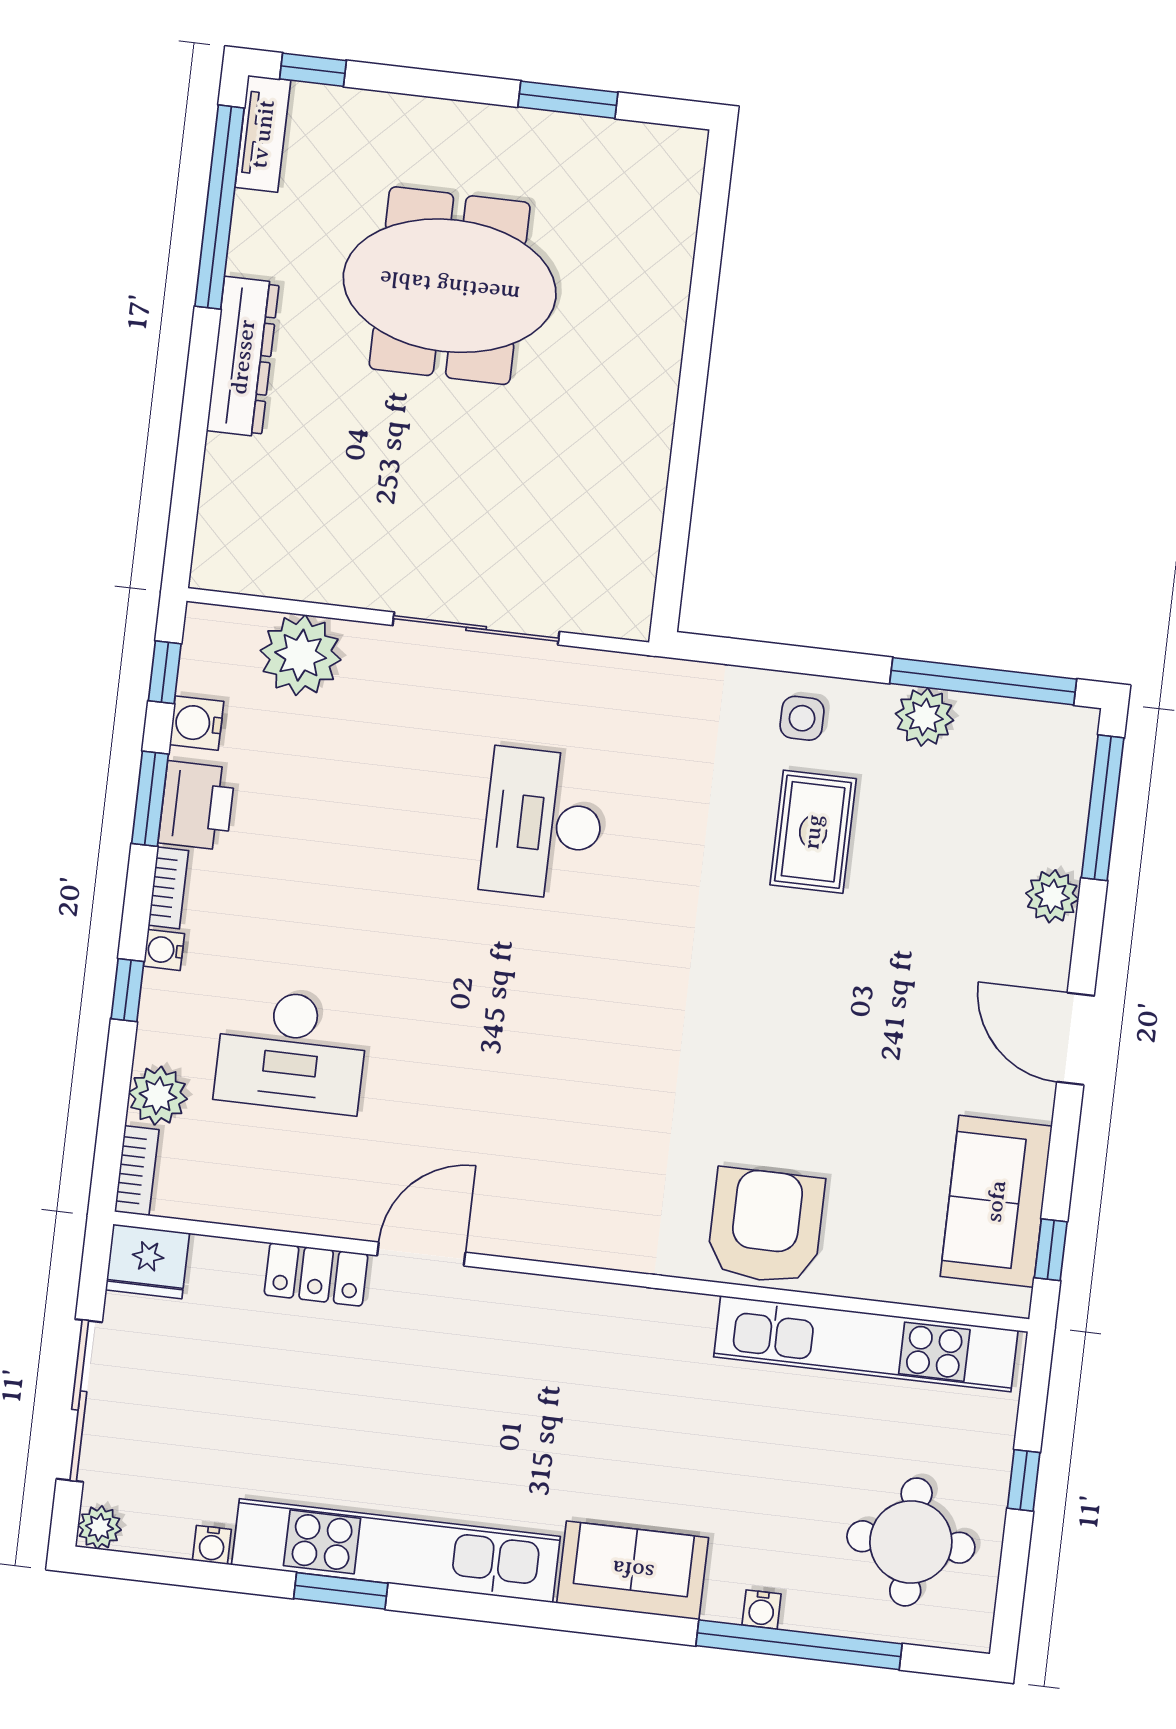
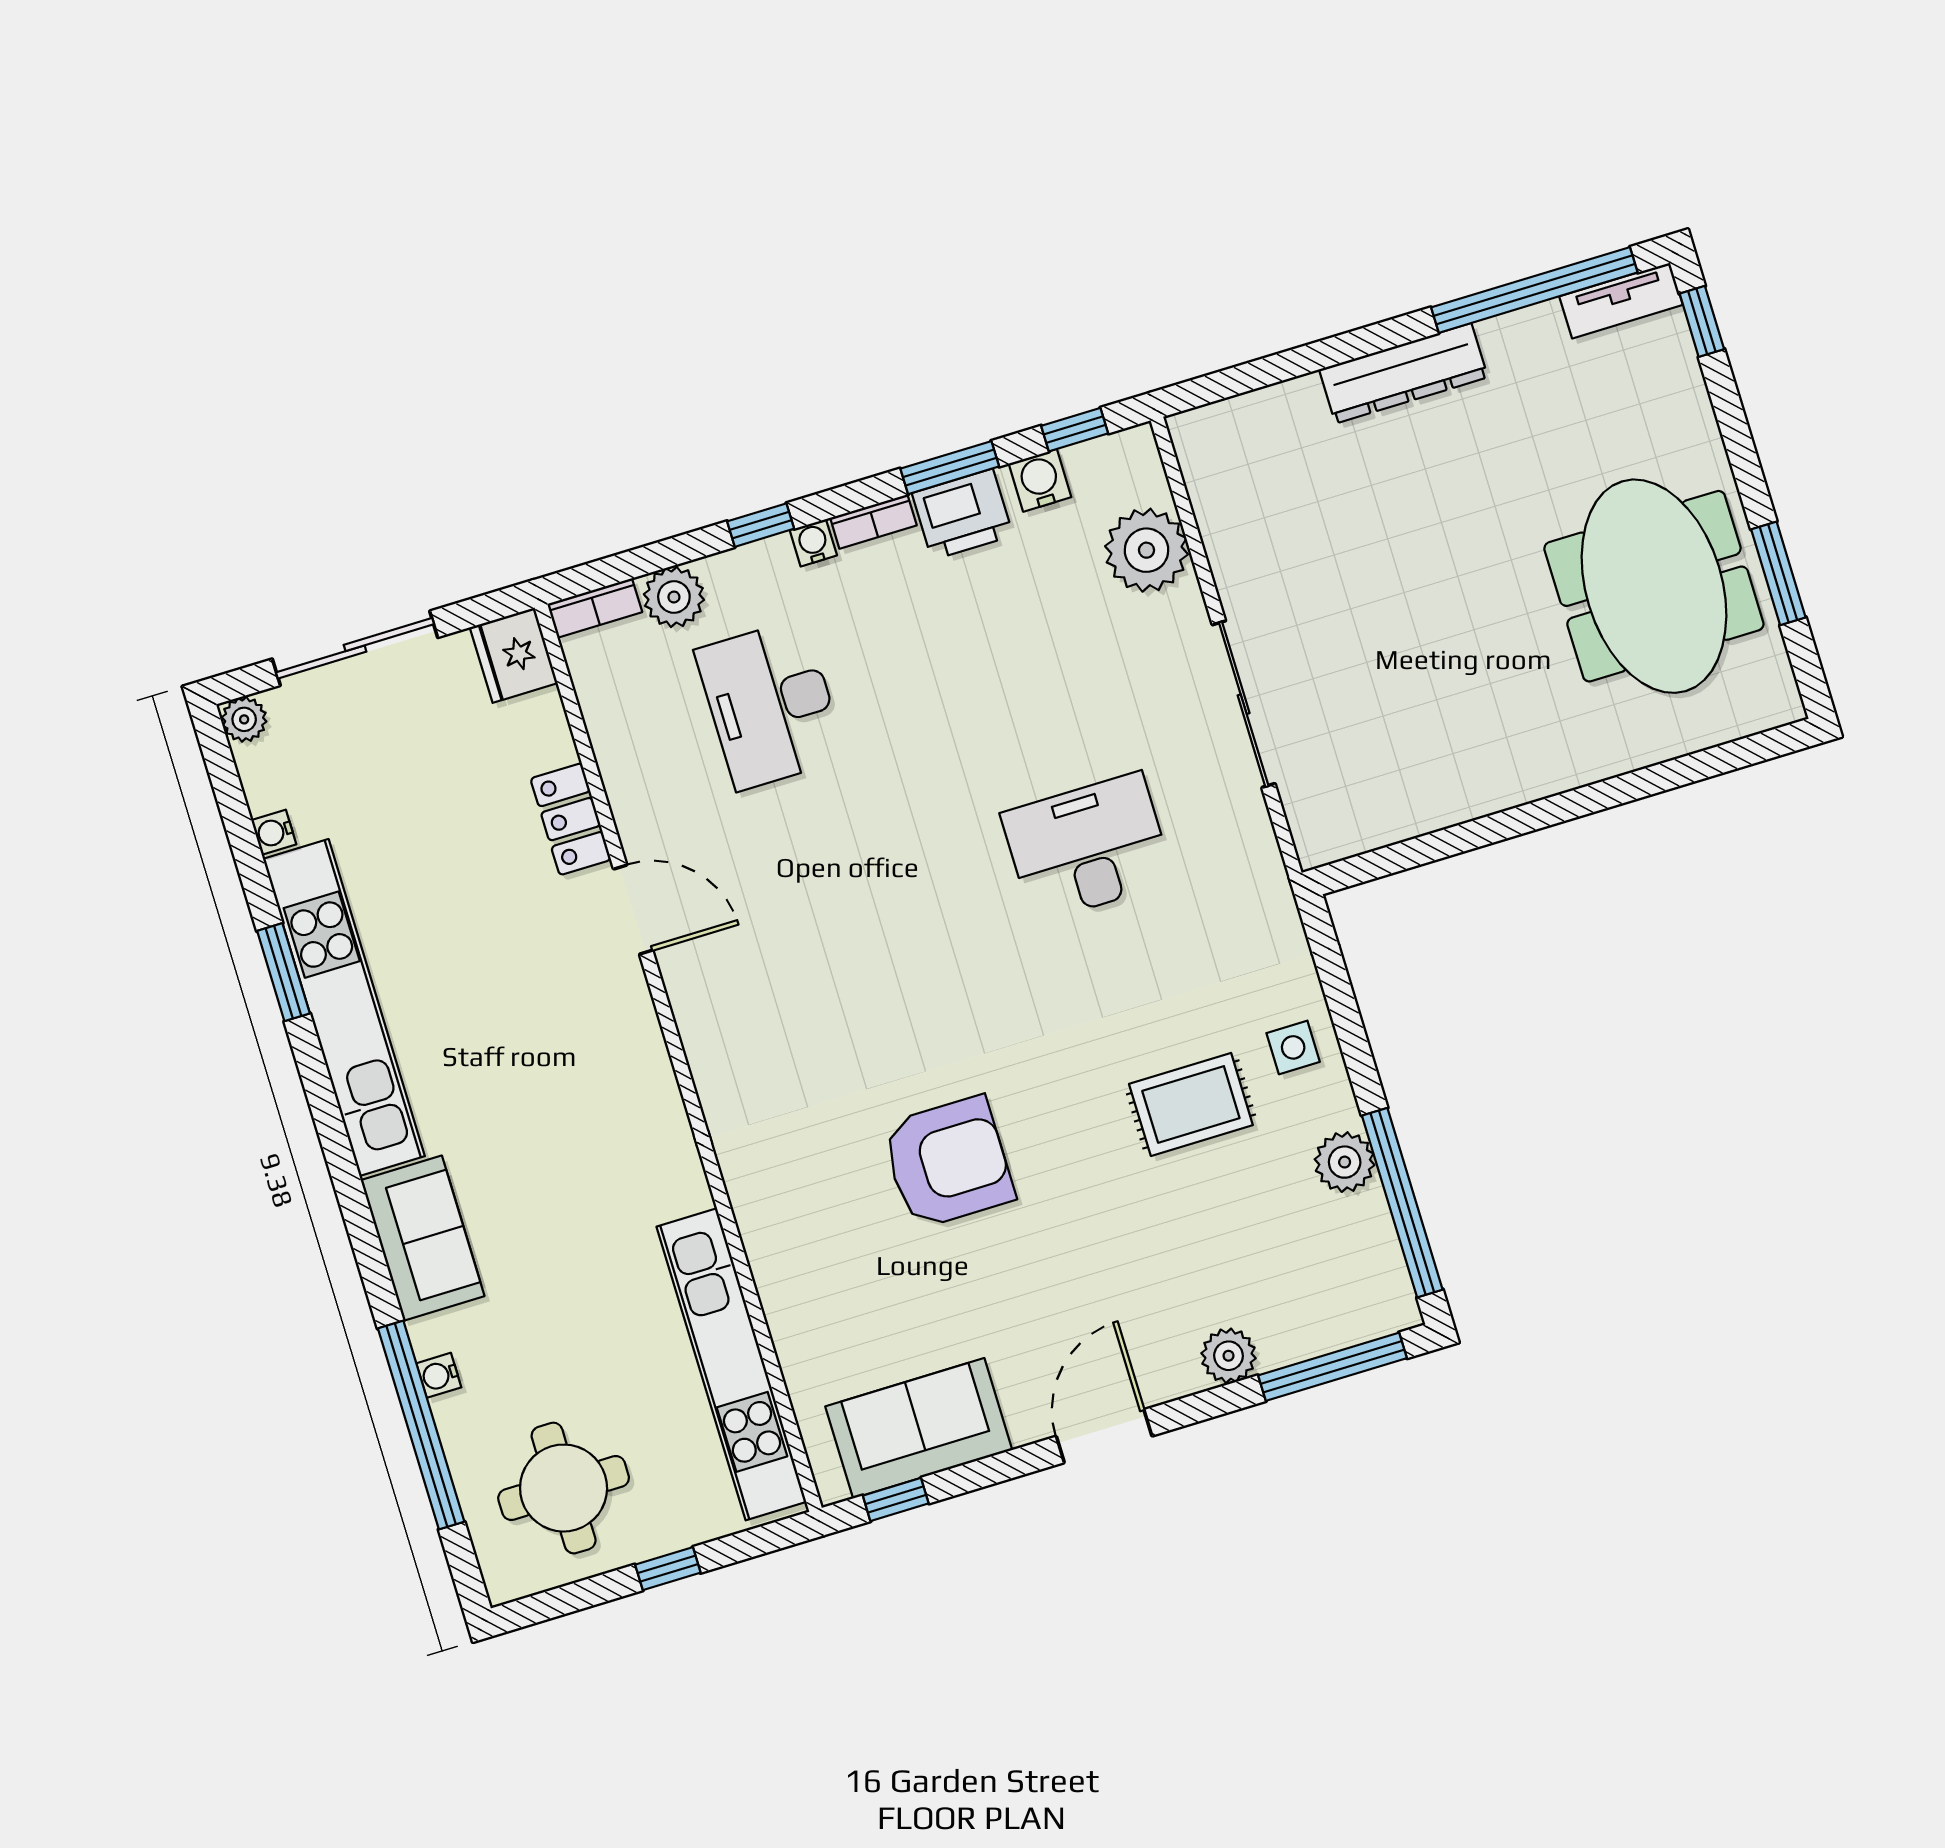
meeting table: (450, 286) -> (1654, 586), moved
armchair: (766, 1226) -> (948, 1162), moved

